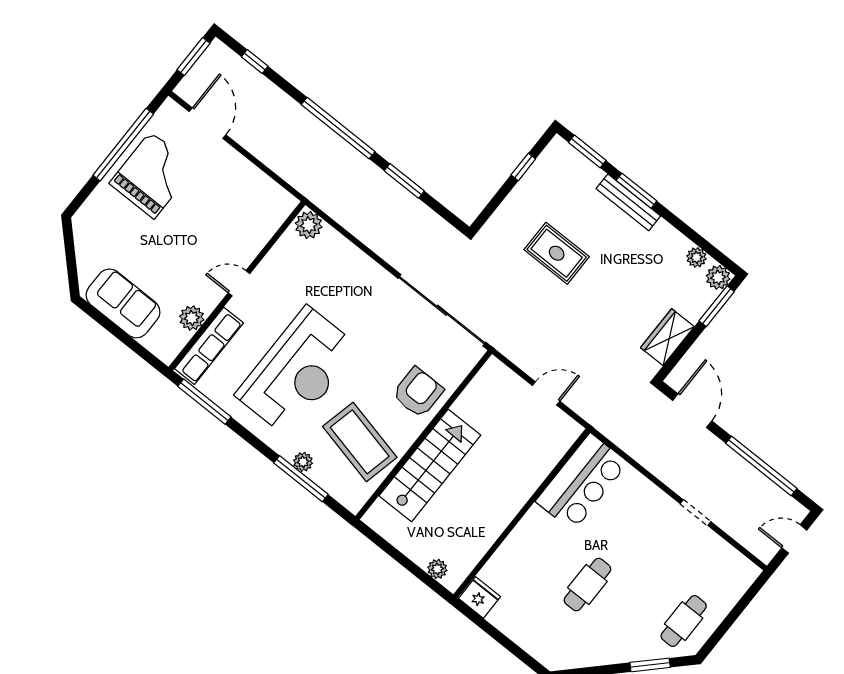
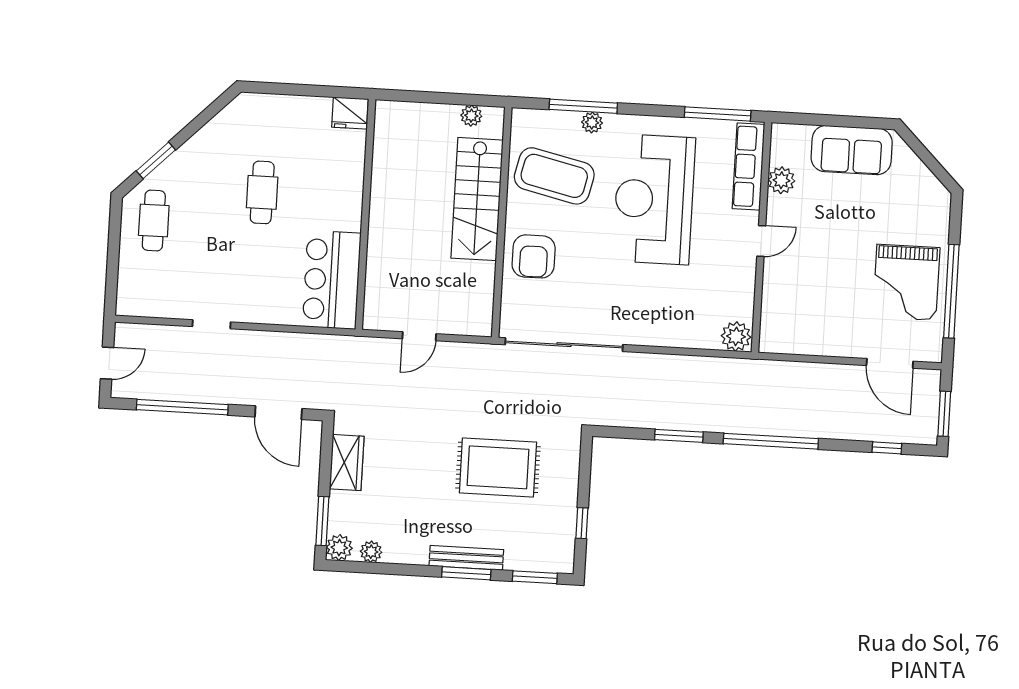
rug: (557, 253) -> (498, 467), width x1.36, depth x1.43
plant: (437, 569) -> (471, 116), moved

